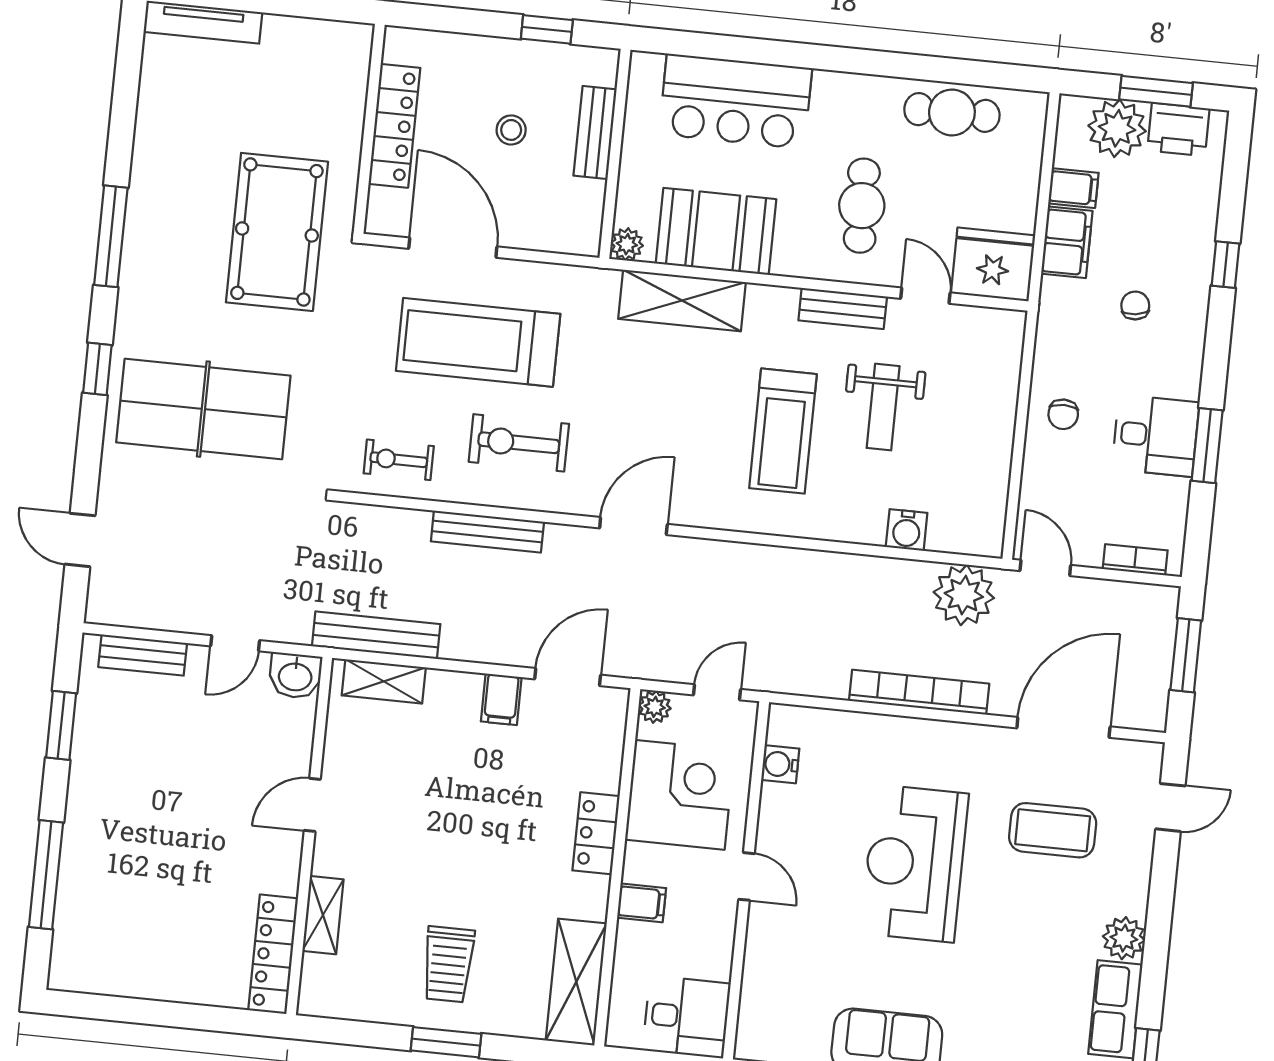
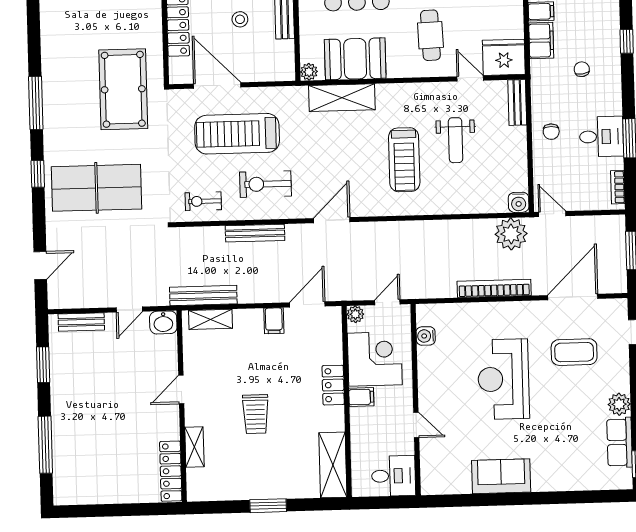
bench: (843, 308) -> (517, 102), moved, turned 90
water cooler: (907, 530) -> (519, 202), moved
door: (80, 540) -> (40, 265), swing flipped
bookcase: (1135, 560) -> (618, 187), moved, turned -90
door: (746, 876) -> (416, 425), moved
filing cabinet: (642, 903) -> (361, 397), moved
trolley: (448, 964) -> (256, 414), moved

